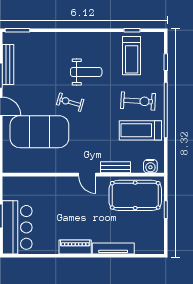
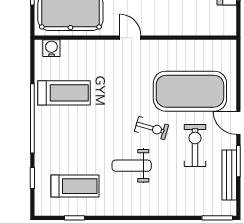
treadmill: (132, 56) -> (75, 186), turned 90
exercise bike: (138, 101) -> (195, 146), moved, turned 87
bench: (115, 167) -> (95, 47), removed

